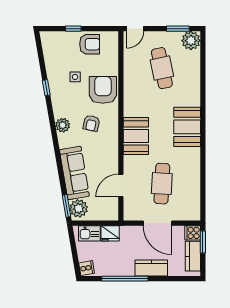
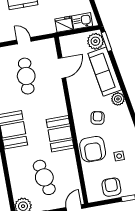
armchair: (90, 44) -> (111, 187), turned 90
plant: (63, 125) -> (118, 99), moved
booth: (136, 136) -> (60, 134), moved
door: (157, 223) -> (24, 41), width x0.53

